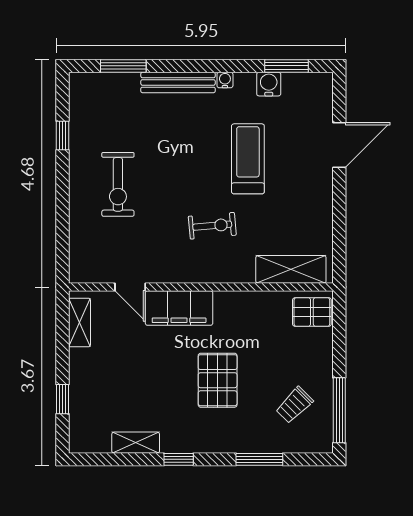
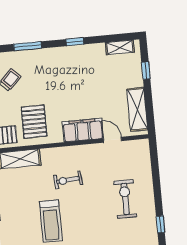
shelving: (79, 322) -> (137, 109), width x1.50, depth x1.33
pallet: (218, 380) -> (34, 122), moved
shelving: (136, 443) -> (120, 47), moved

